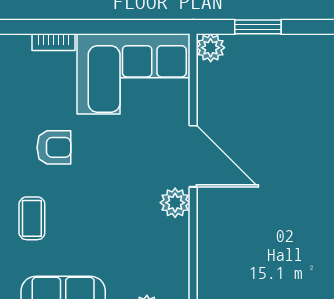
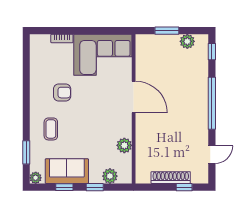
plant: (211, 48) -> (187, 41), moved
plant: (175, 203) -> (124, 145), moved

